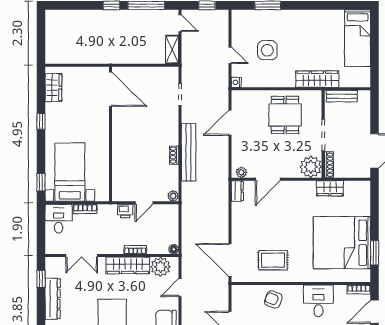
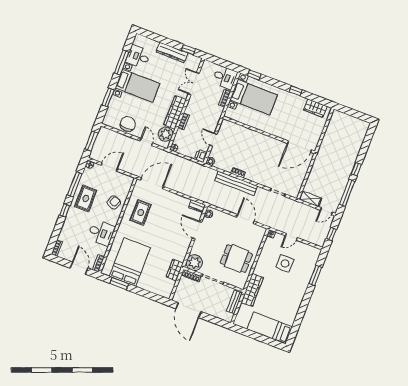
printer: (125, 211) -> (201, 156), moved
bed: (342, 243) -> (130, 262), width x0.73

